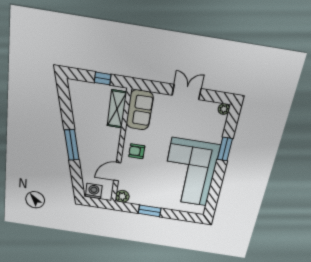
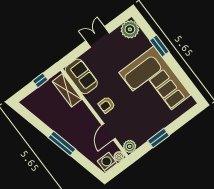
plant: (224, 109) -> (130, 29), width x1.88, depth x1.88
boiler: (107, 195) -> (119, 156), added

